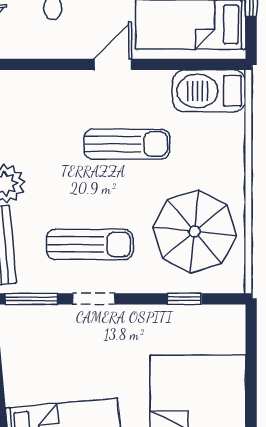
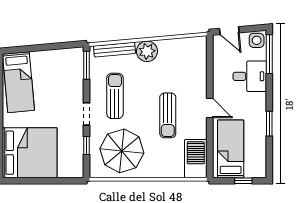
sun lounger: (90, 244) -> (115, 96), turned 180
doorway: (94, 299) -> (86, 114), moved

